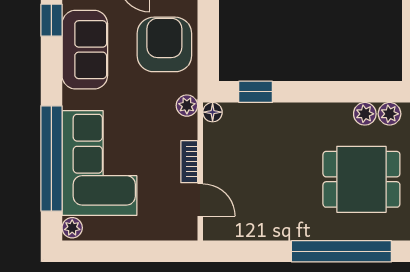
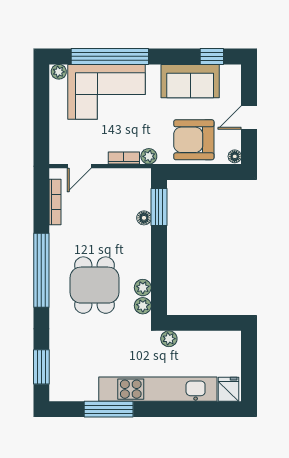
armchair: (164, 44) -> (194, 140), turned 180
window: (256, 92) -> (159, 207), width x1.50
floor lamp: (213, 112) -> (144, 218), moved
bookcase: (189, 162) -> (124, 158), moved
bookcase: (249, 233) -> (55, 202), added

